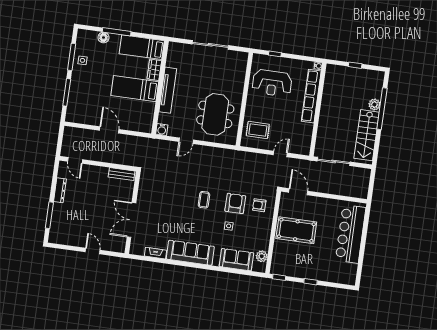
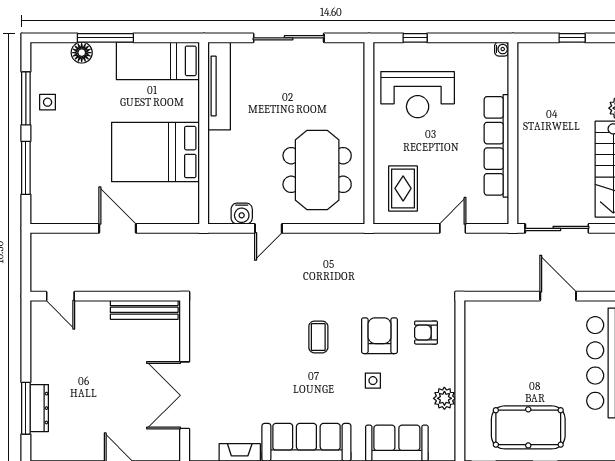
wardrobe: (154, 70) -> (188, 101), removed
bed: (135, 89) -> (155, 152), width x1.50
tv unit: (168, 90) -> (219, 86), moved
row of seats: (311, 96) -> (496, 146), moved
water cooler: (162, 130) -> (242, 214), moved
rug: (258, 130) -> (403, 188), turned 90
bench: (122, 174) -> (144, 310), width x1.36
dresser: (60, 190) -> (39, 408), moved
door: (298, 192) -> (558, 296), moved
pool table: (296, 230) -> (528, 427), moved
plant: (262, 256) -> (444, 398), moved

